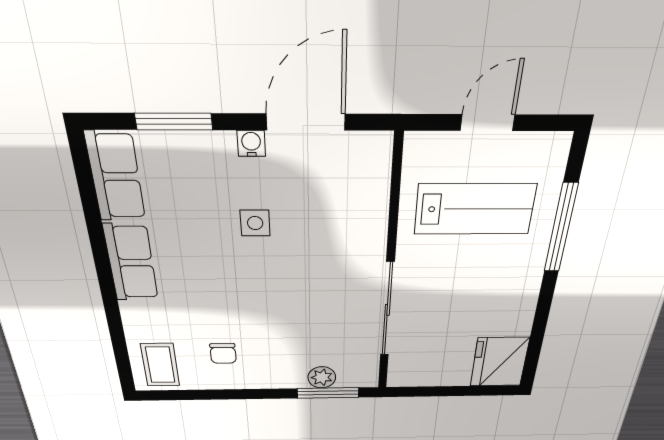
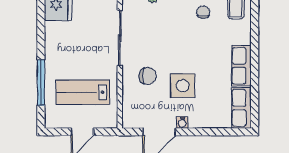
window: (174, 122) -> (214, 132), removed
side table: (255, 223) -> (183, 86), width x1.87, depth x1.87
chair: (332, 242) -> (148, 76), added

